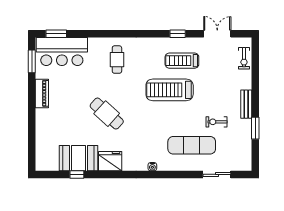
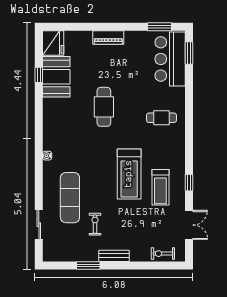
treadmill: (182, 61) -> (160, 187), turned 180
treadmill: (170, 90) -> (129, 174), turned 180
piano: (42, 93) -> (108, 38), moved
cafe table: (107, 114) -> (104, 107), turned -42
fridge: (110, 161) -> (53, 43), moved

